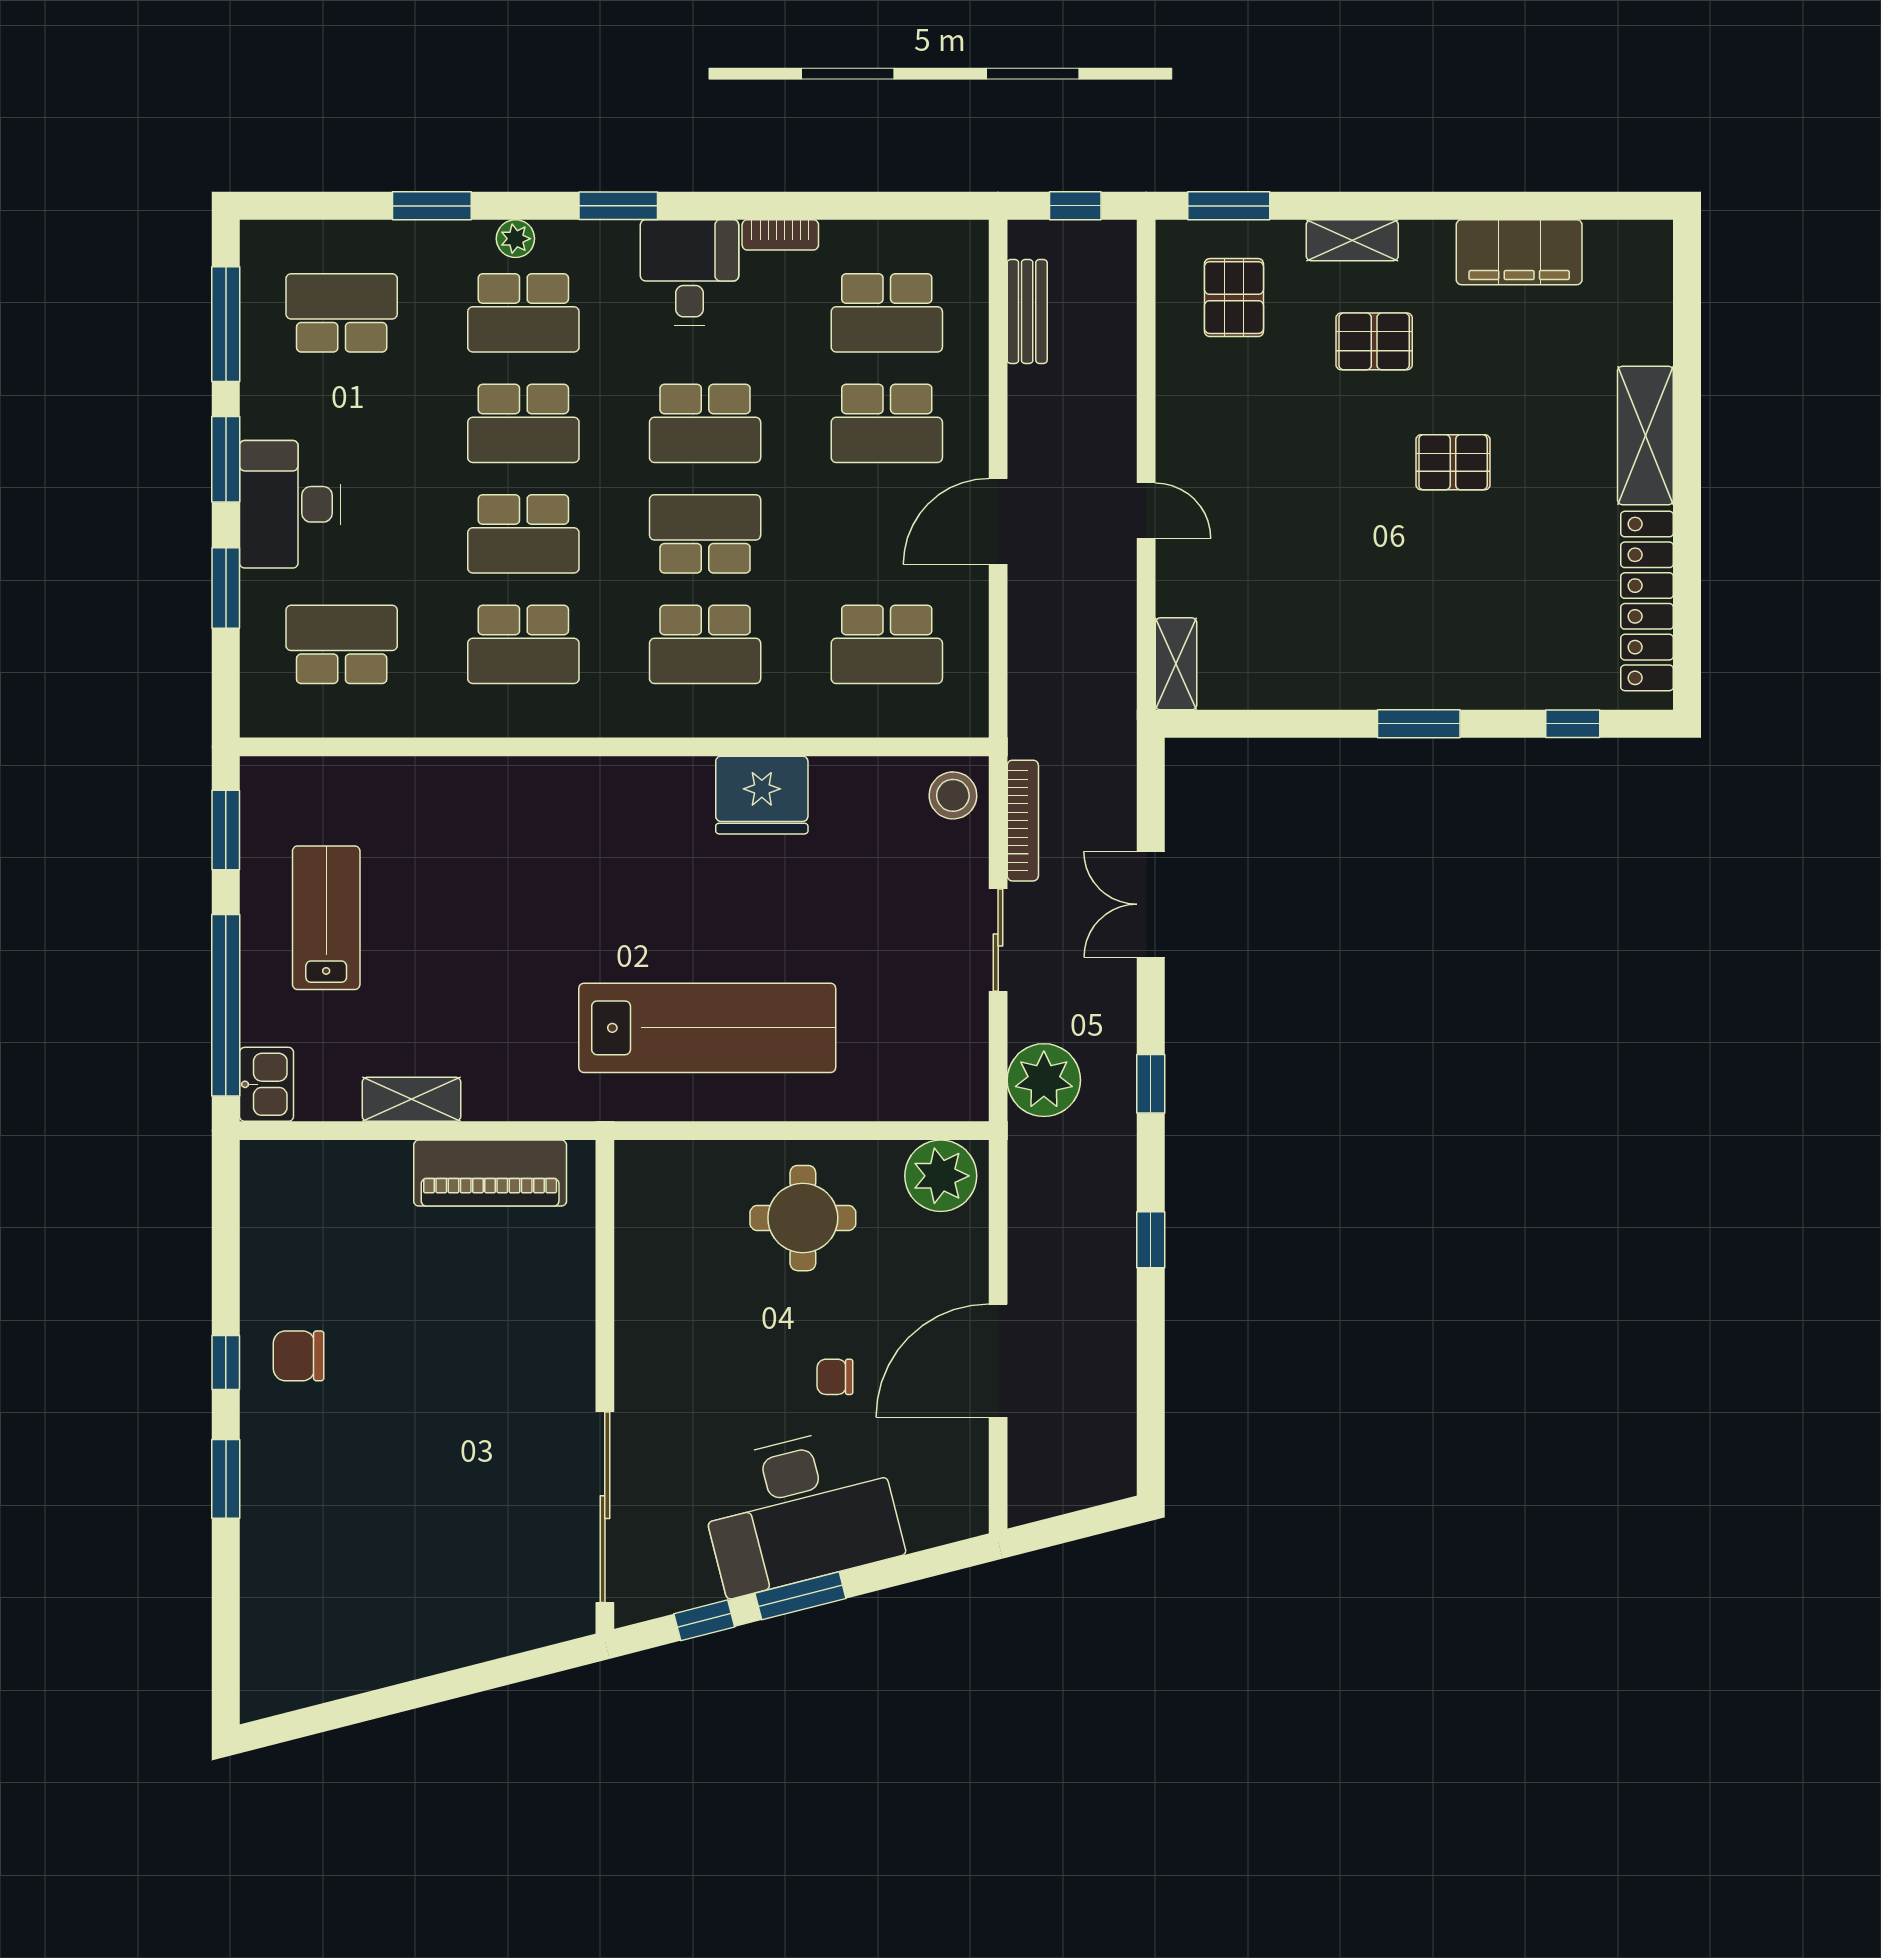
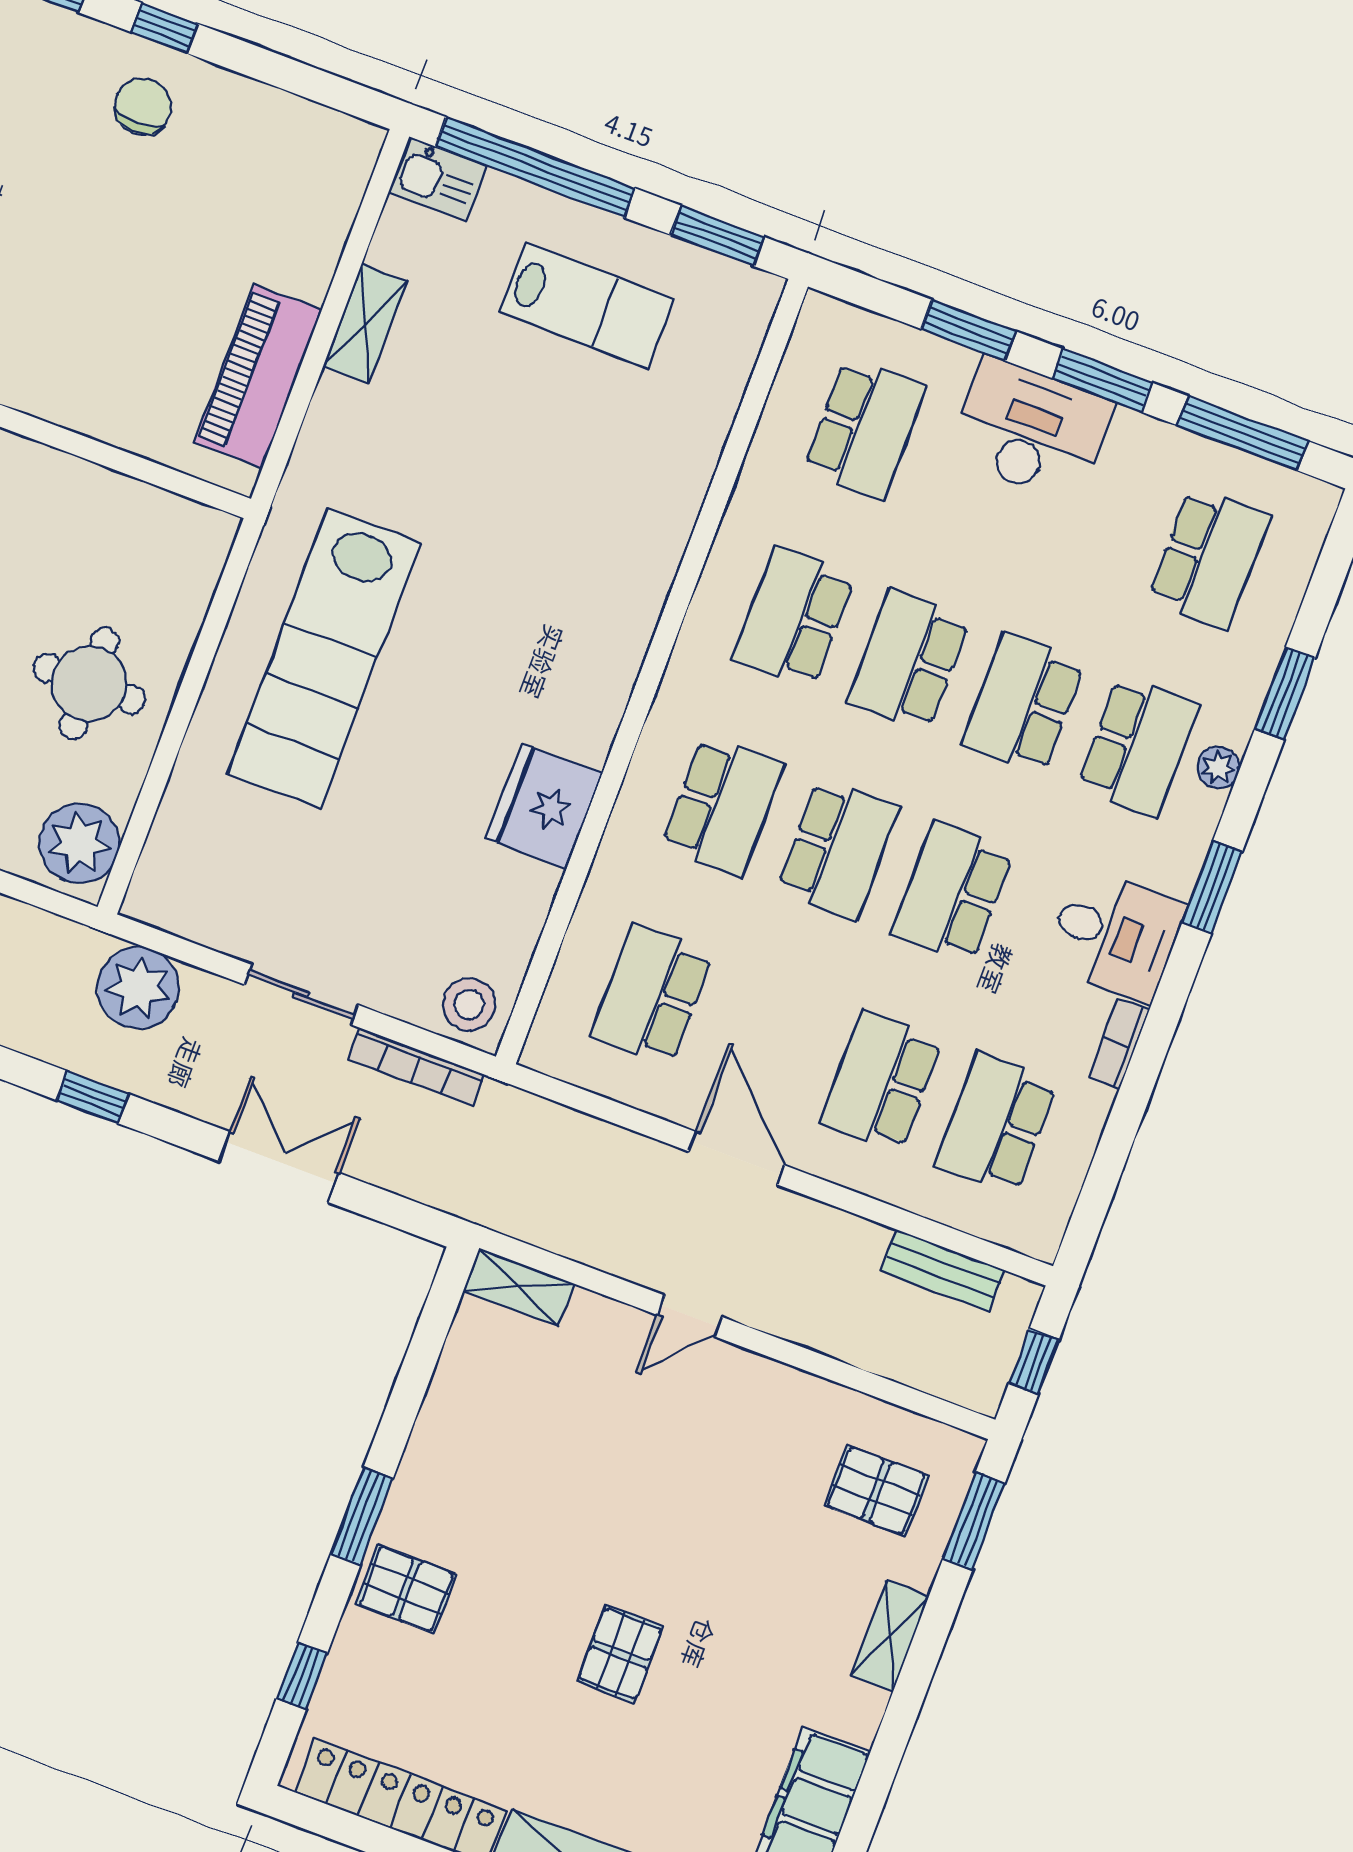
school desk: (523, 313) -> (1138, 747), turned 180
pallet: (1374, 341) -> (406, 1589), moved, turned 90
school desk: (705, 644) -> (723, 806), turned 180

